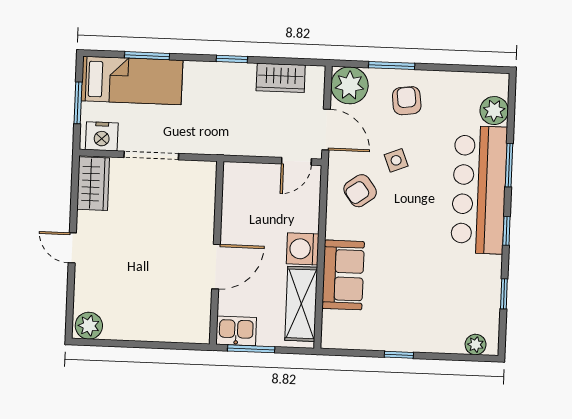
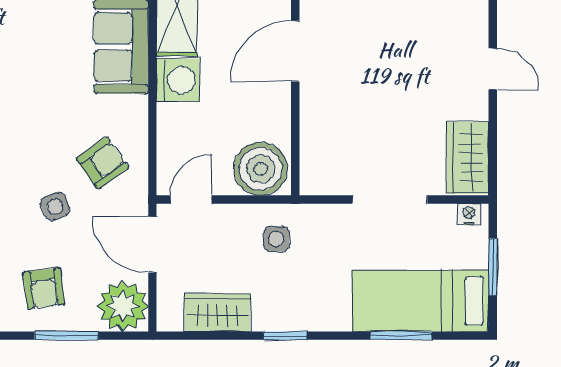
side table: (235, 130) -> (276, 239), added
nightstand: (102, 136) -> (469, 214), width x0.53, depth x0.56
boiler: (245, 182) -> (260, 169), added

